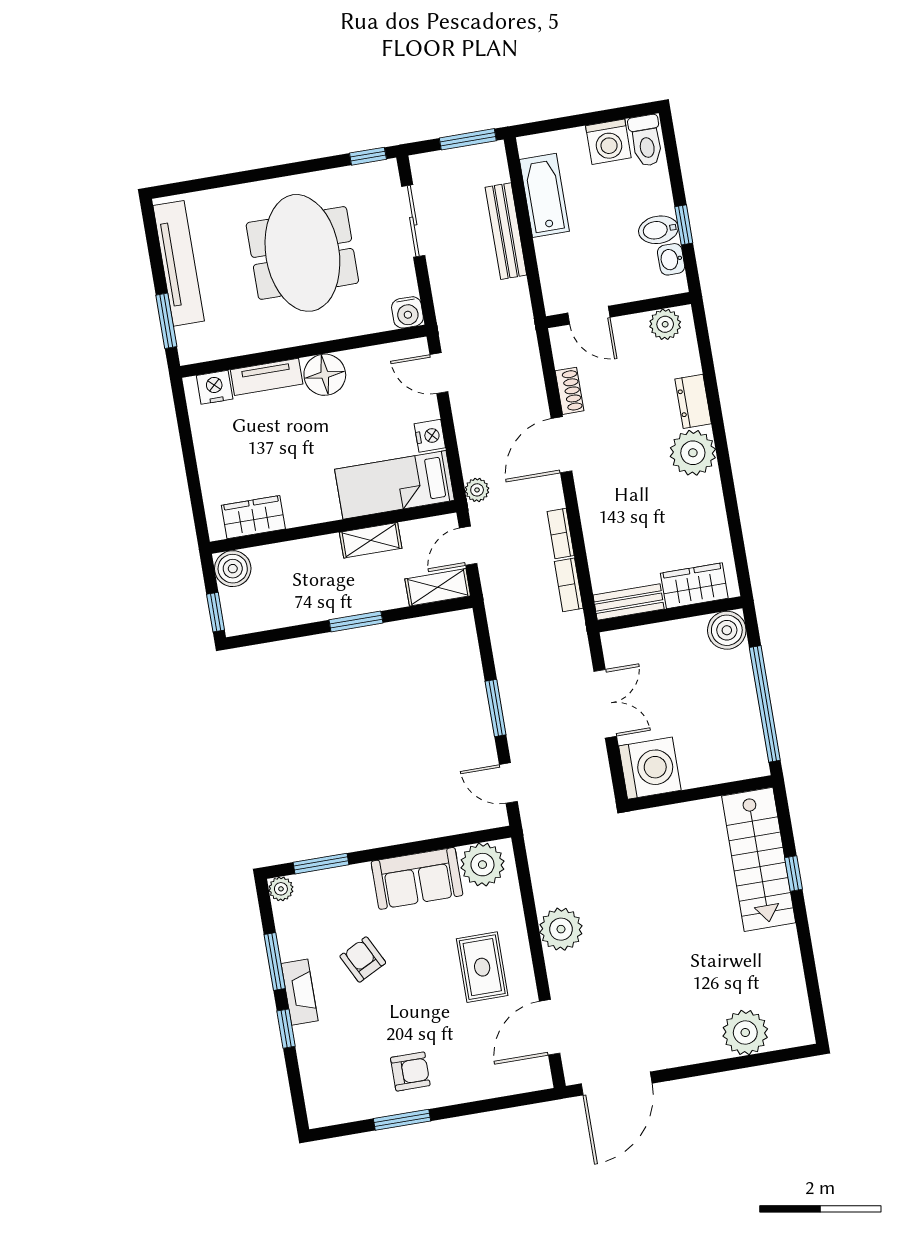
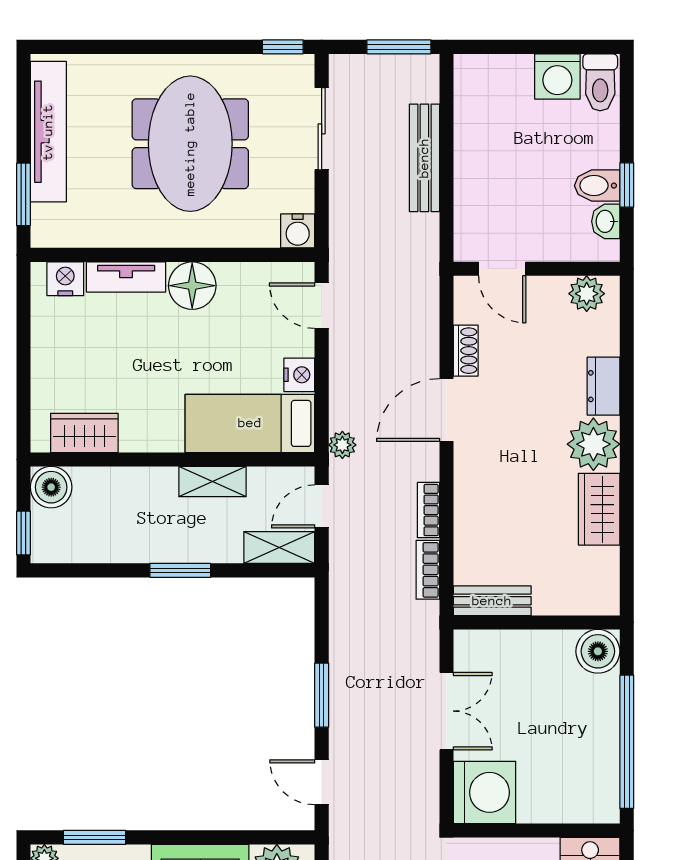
bathtub: (544, 195) -> (475, 125), removed
wardrobe: (694, 586) -> (599, 509), moved, turned -90

